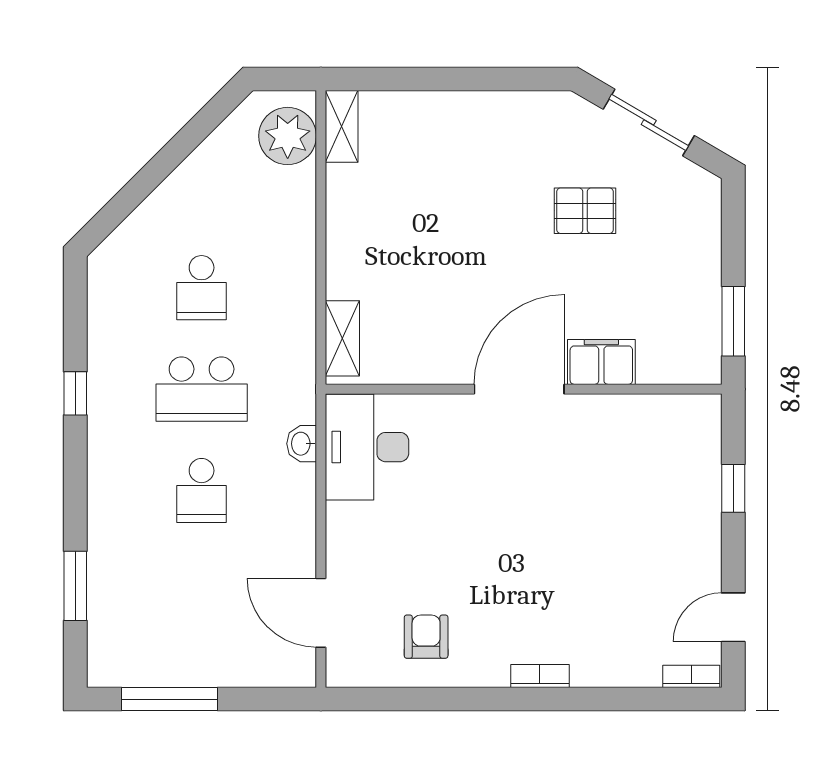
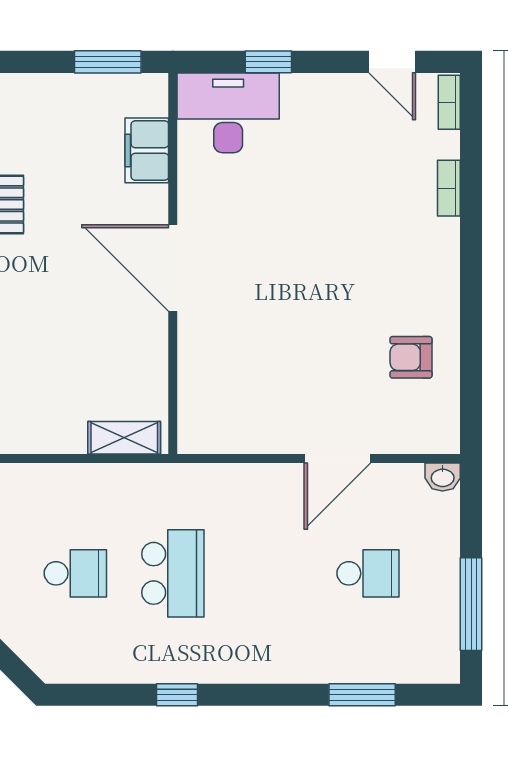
filing cabinet: (601, 362) -> (147, 150), moved
washbasin: (302, 444) -> (443, 477), moved
desk: (367, 447) -> (228, 113), moved, turned 180
school desk: (202, 490) -> (368, 573), moved
door: (321, 613) -> (337, 458), moved
bookcase: (540, 676) -> (449, 188), moved

